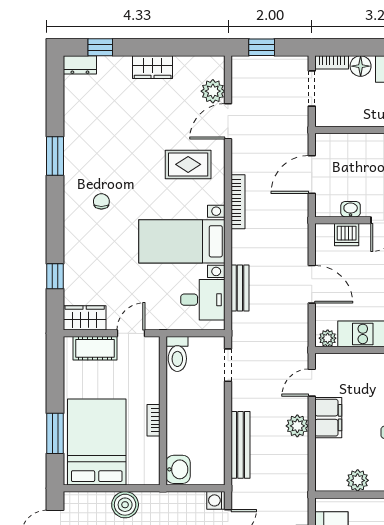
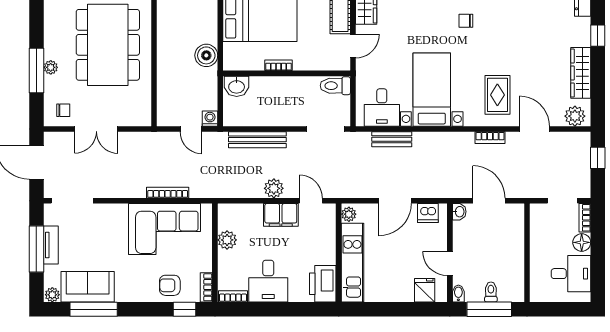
window: (100, 47) -> (598, 36), moved
wardrobe: (153, 67) -> (581, 73), width x1.50
plant: (213, 91) -> (575, 116), moved
chair: (101, 201) -> (466, 21), turned 180
bookcase: (238, 202) -> (490, 138), moved, width x0.64
washbasin: (351, 209) -> (459, 212), moved
dishwasher: (347, 235) -> (428, 213), moved, turned -90
door: (131, 333) -> (353, 46), hinge flipped
doorway: (228, 365) -> (326, 129), width x1.38
boiler: (125, 505) -> (206, 55), moved

